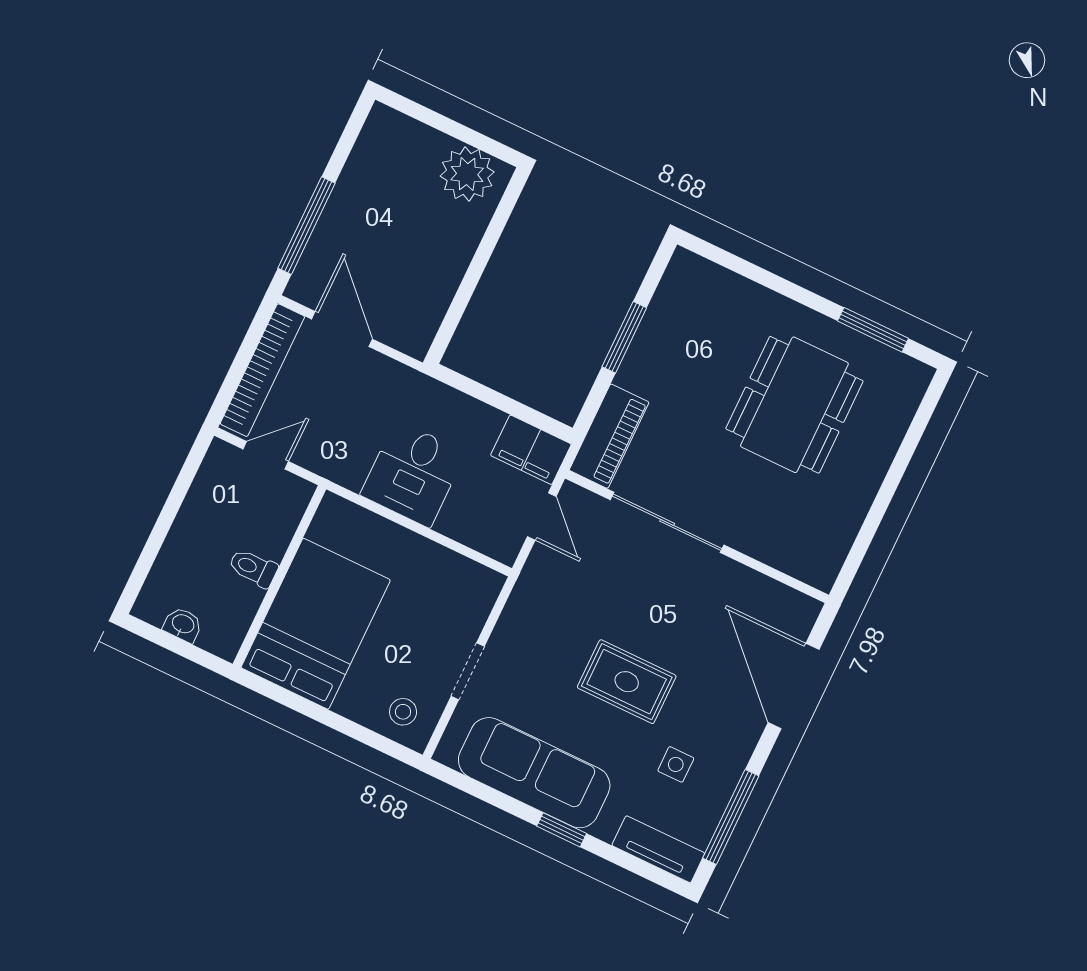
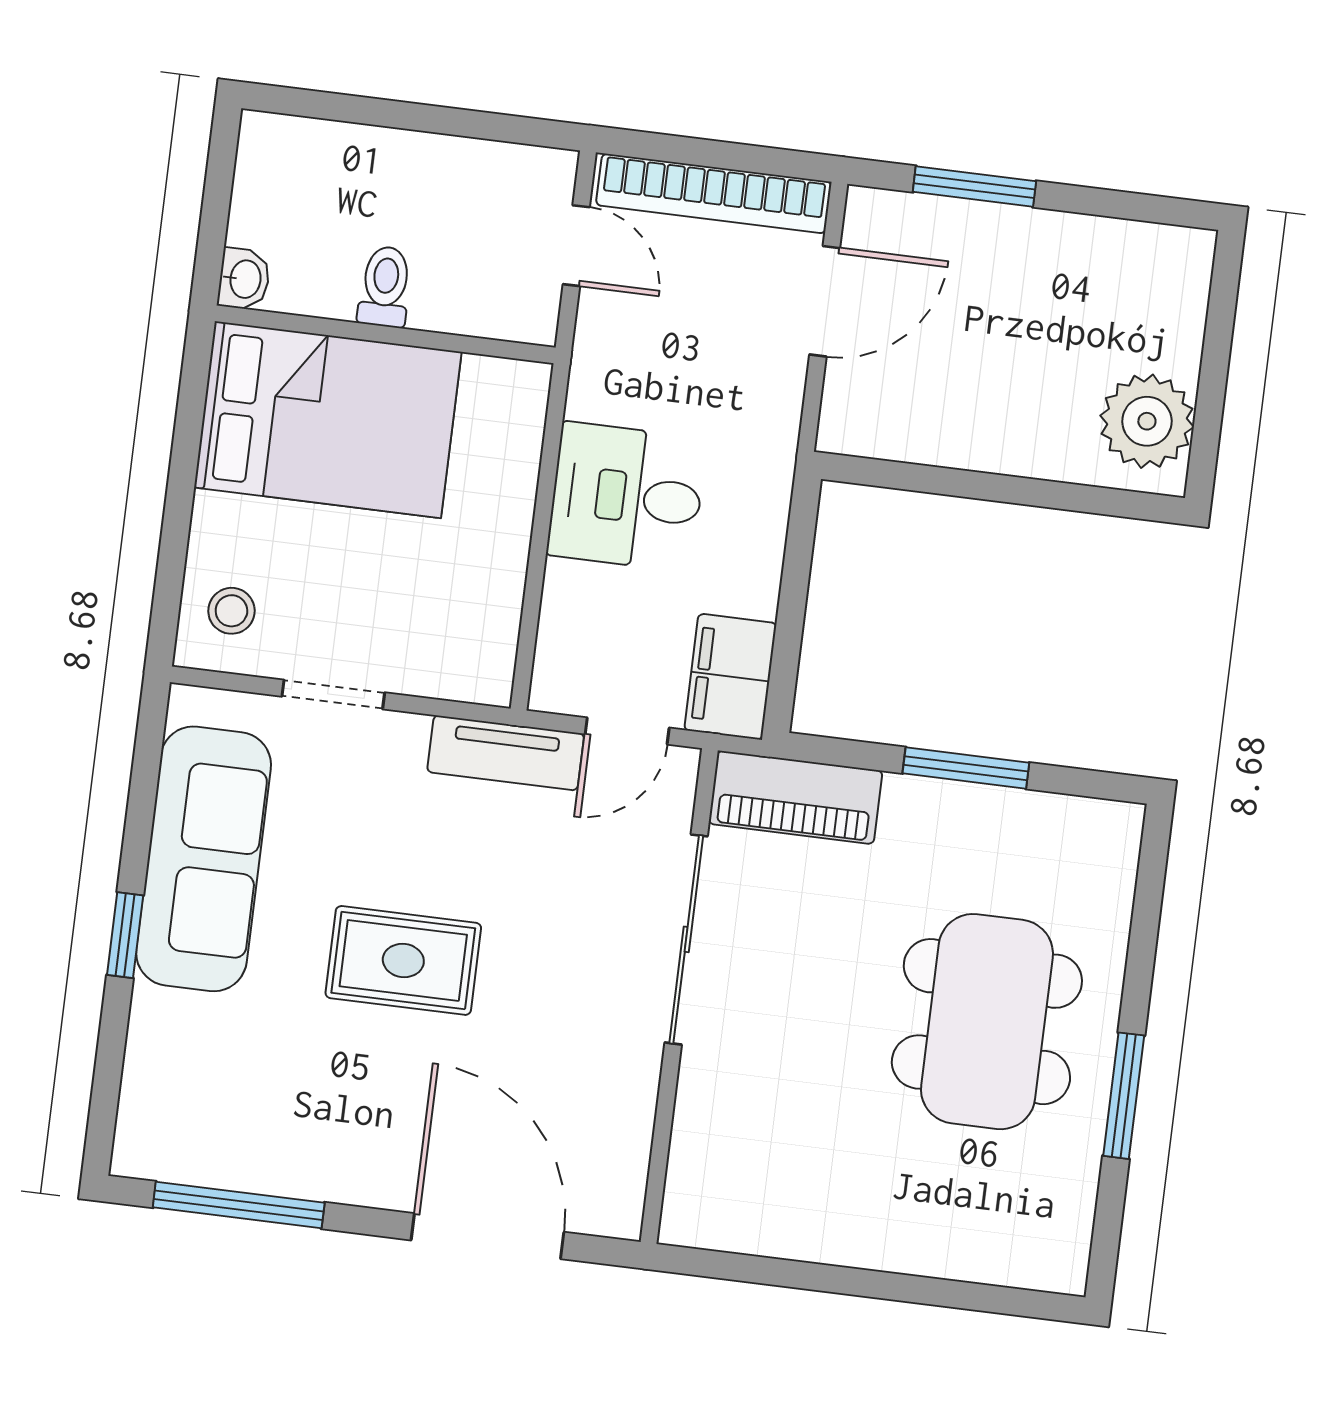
window: (306, 226) -> (974, 186), width x0.69
window: (873, 330) -> (1124, 1096), moved
dining table: (794, 405) -> (987, 1022), moved, turned 90
washbasin: (183, 625) -> (244, 279), moved
rug: (627, 682) -> (403, 960), turned 90
door: (794, 686) -> (487, 1236), hinge flipped
side table: (676, 764) -> (295, 1086), removed
tv unit: (658, 849) -> (506, 753), moved, turned 90

